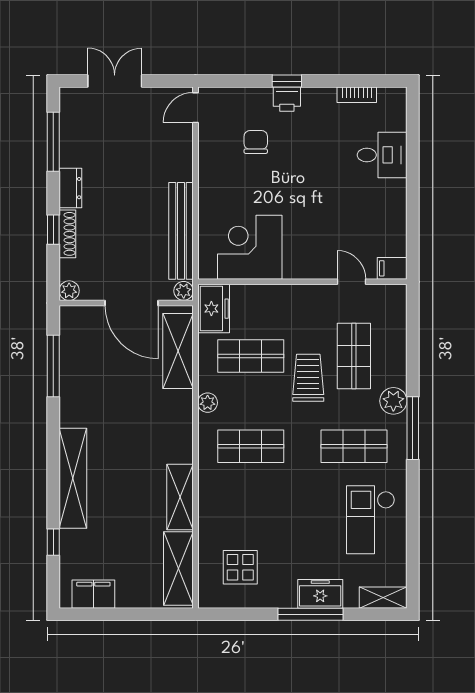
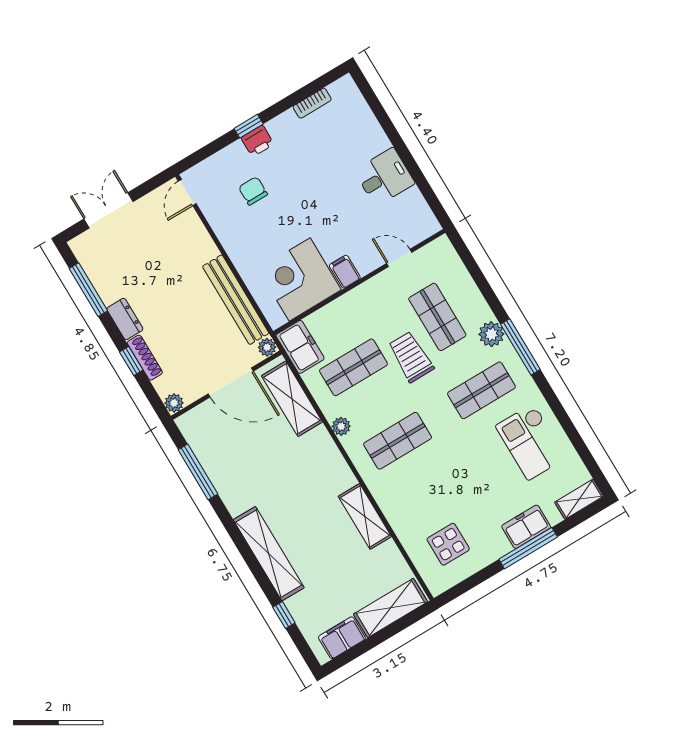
desk: (382, 155) -> (384, 177), moved
filing cabinet: (392, 268) -> (345, 272), moved, turned 90
shelving: (178, 569) -> (390, 608), moved, turned 90

